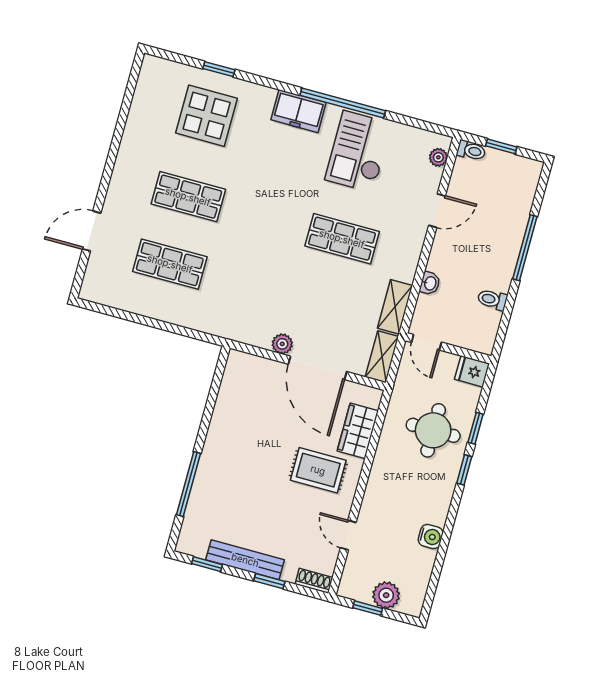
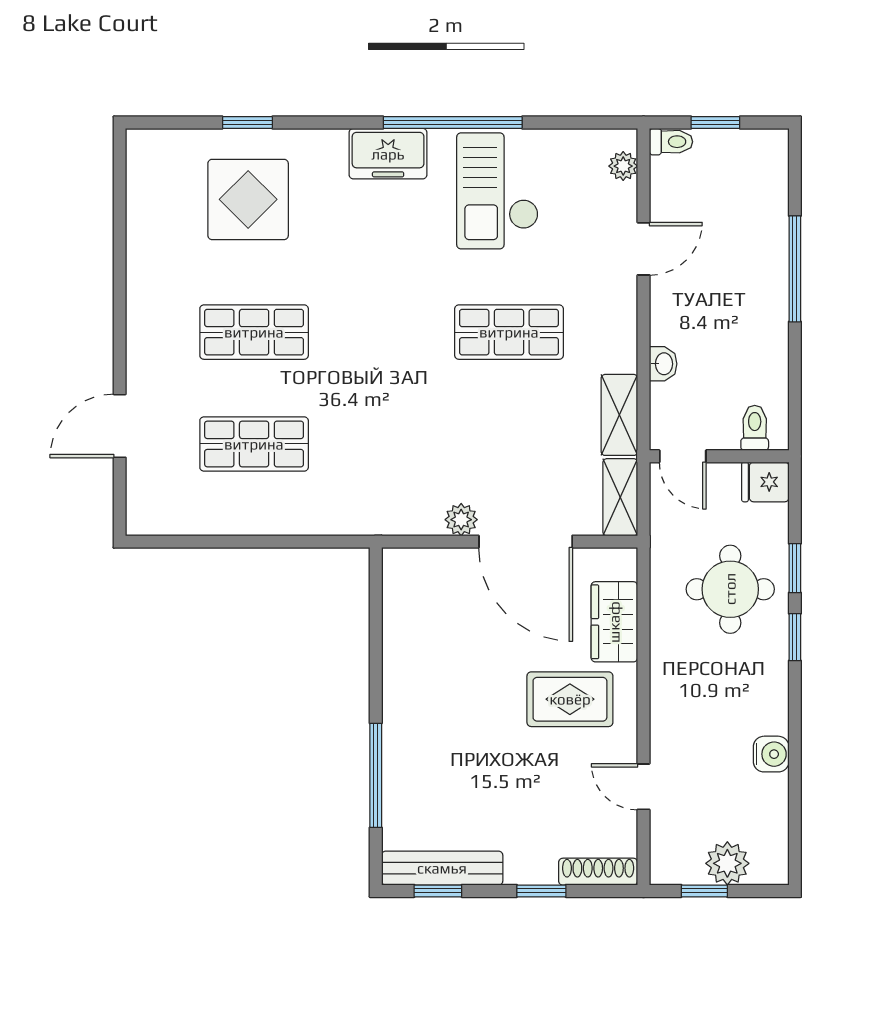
toilet: (492, 300) -> (755, 428), moved, turned 90
bench: (245, 560) -> (442, 868), moved
shoe rack: (314, 581) -> (598, 872), width x1.43

